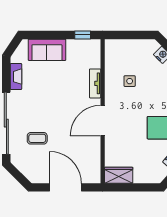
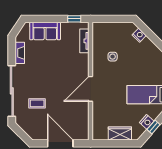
tv unit: (95, 83) -> (84, 41), moved
wardrobe: (119, 175) -> (120, 134), moved

